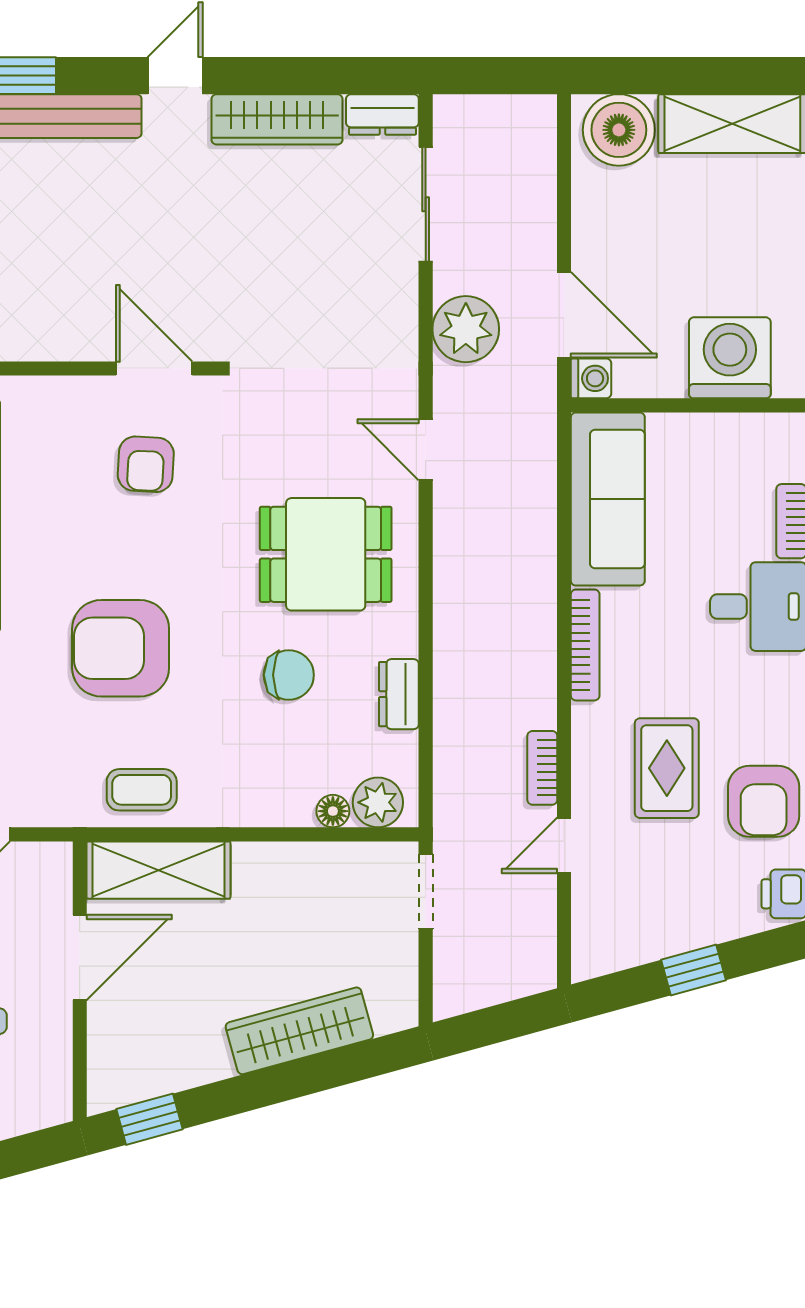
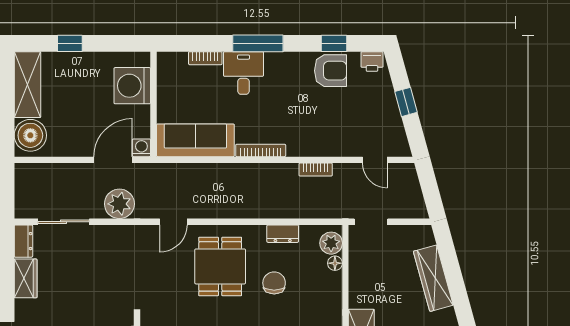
wardrobe: (277, 119) -> (26, 278), width x0.67
rug: (667, 768) -> (316, 114), removed
door: (564, 845) -> (375, 160), moved

